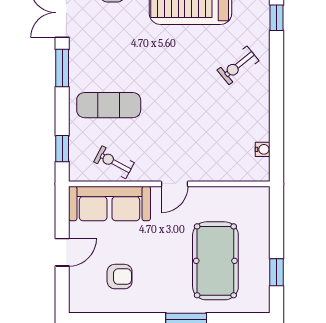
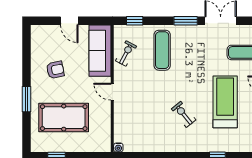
exercise bike: (238, 65) -> (184, 114), moved
water cooler: (263, 149) -> (118, 147), moved
armchair: (120, 277) -> (55, 70), moved, turned -101

